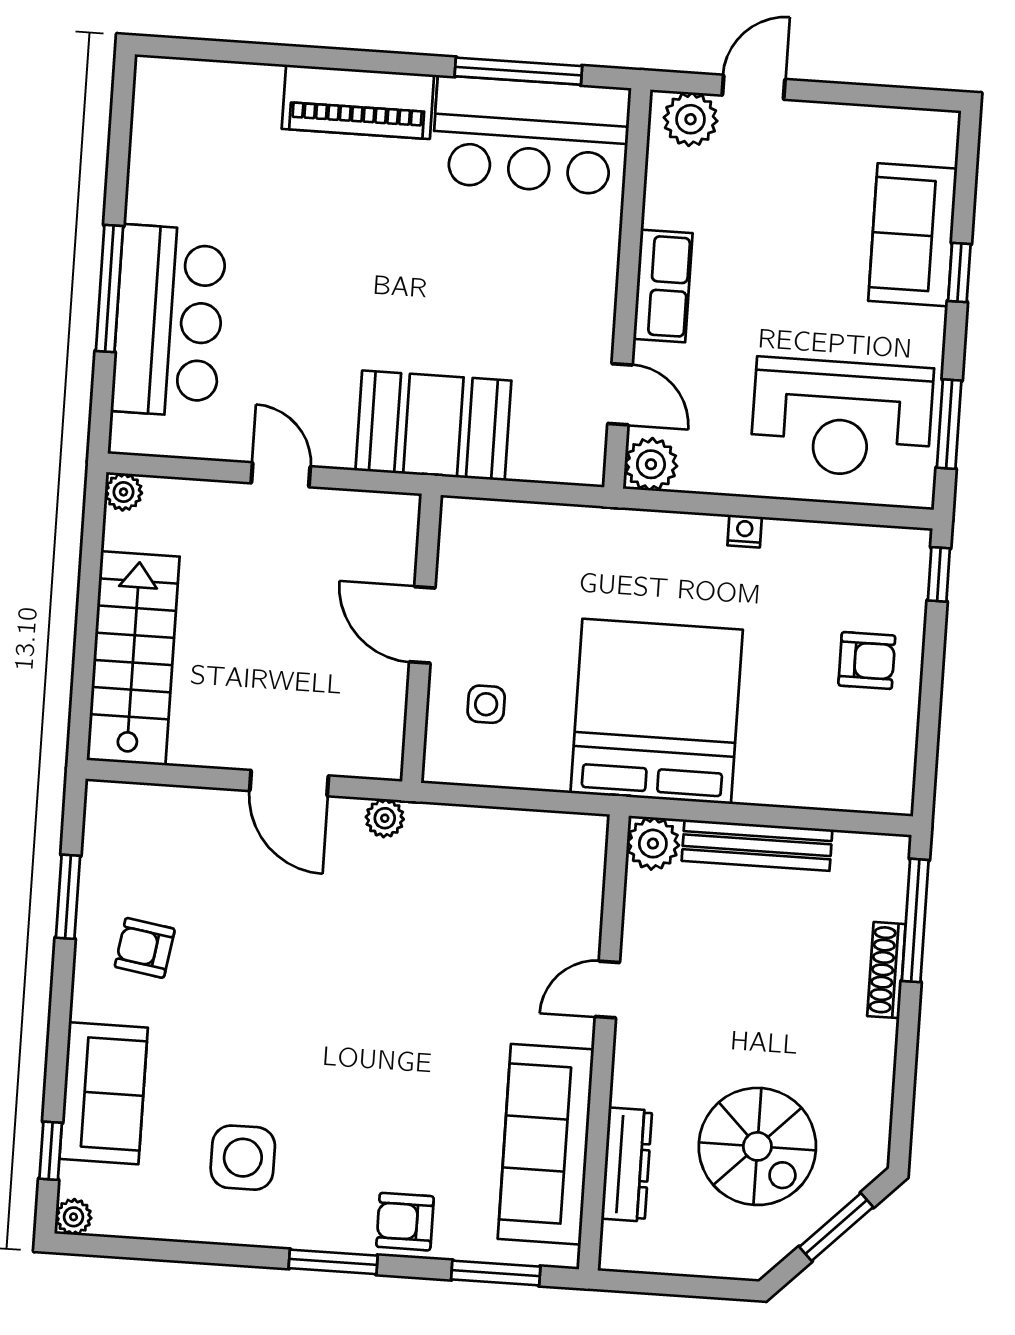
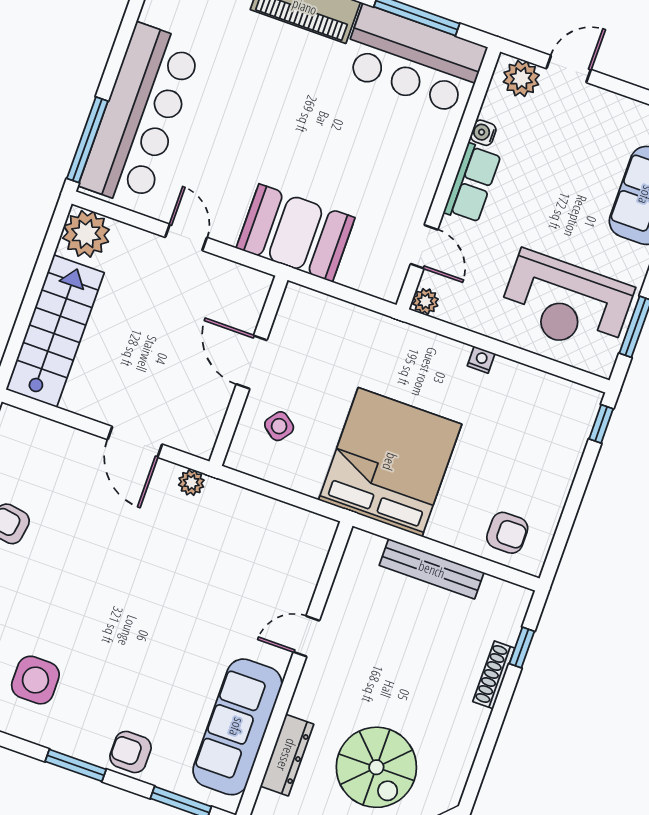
water cooler: (658, 211) -> (483, 133), added
window: (109, 288) -> (87, 140), moved
bar counter: (169, 321) -> (140, 115), width x1.36
plant: (651, 464) -> (425, 301), width x0.73, depth x0.73
plant: (124, 492) -> (86, 234), width x1.88, depth x1.88
armchair: (867, 661) -> (507, 533), moved
side table: (486, 704) -> (279, 426), turned 37
plant: (653, 844) -> (363, 549), removed
window: (915, 920) -> (522, 647), width x0.46

